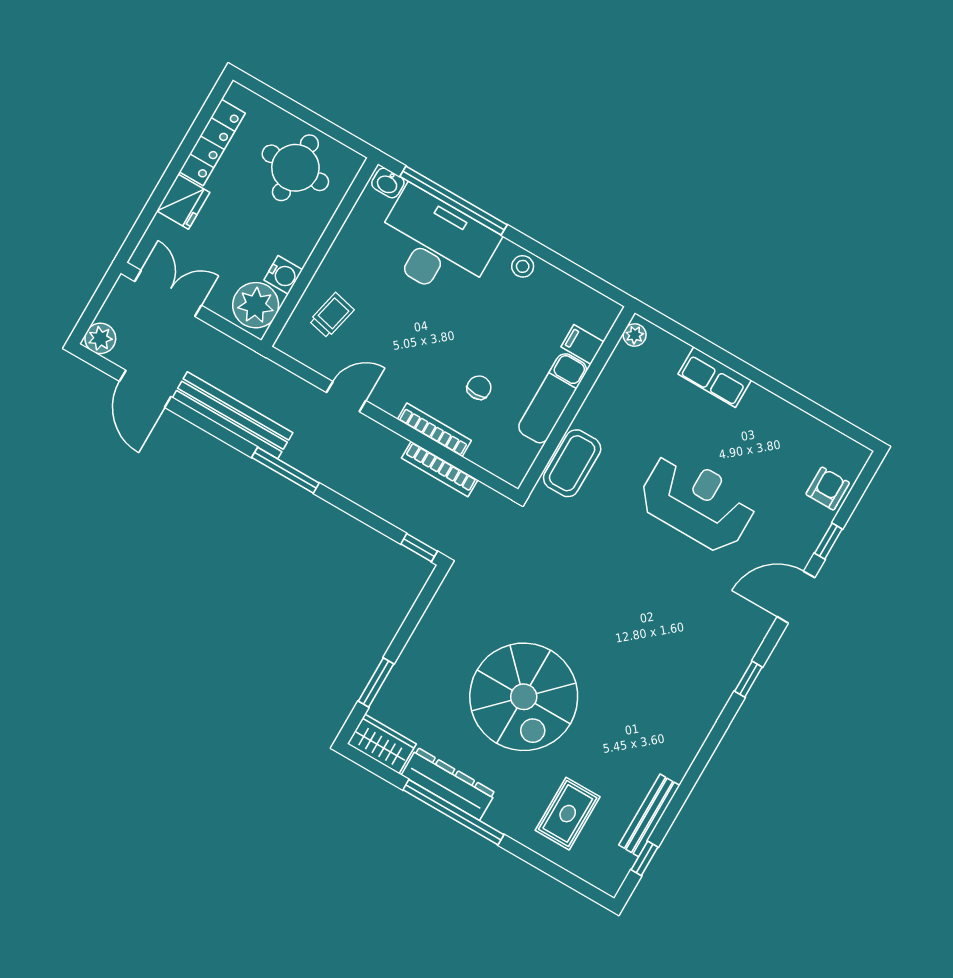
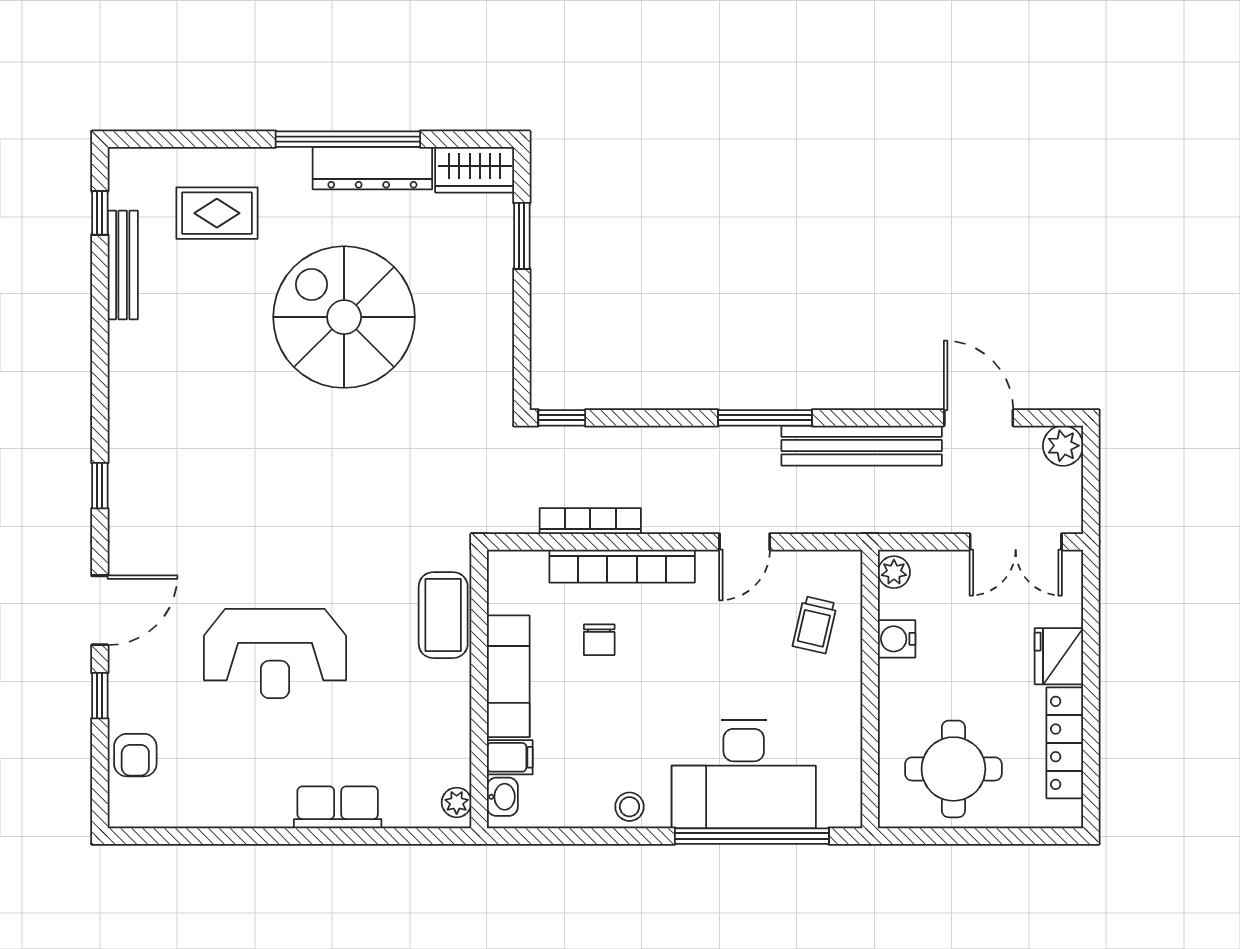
washbasin: (388, 183) -> (502, 797), moved, turned 90
plant: (256, 305) -> (894, 572), width x0.53, depth x0.53
bookcase: (434, 430) -> (622, 566), width x1.48, depth x1.31
rug: (568, 814) -> (217, 213), turned 90

